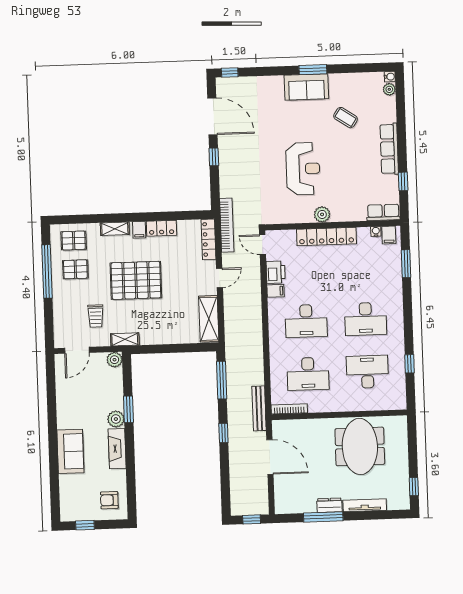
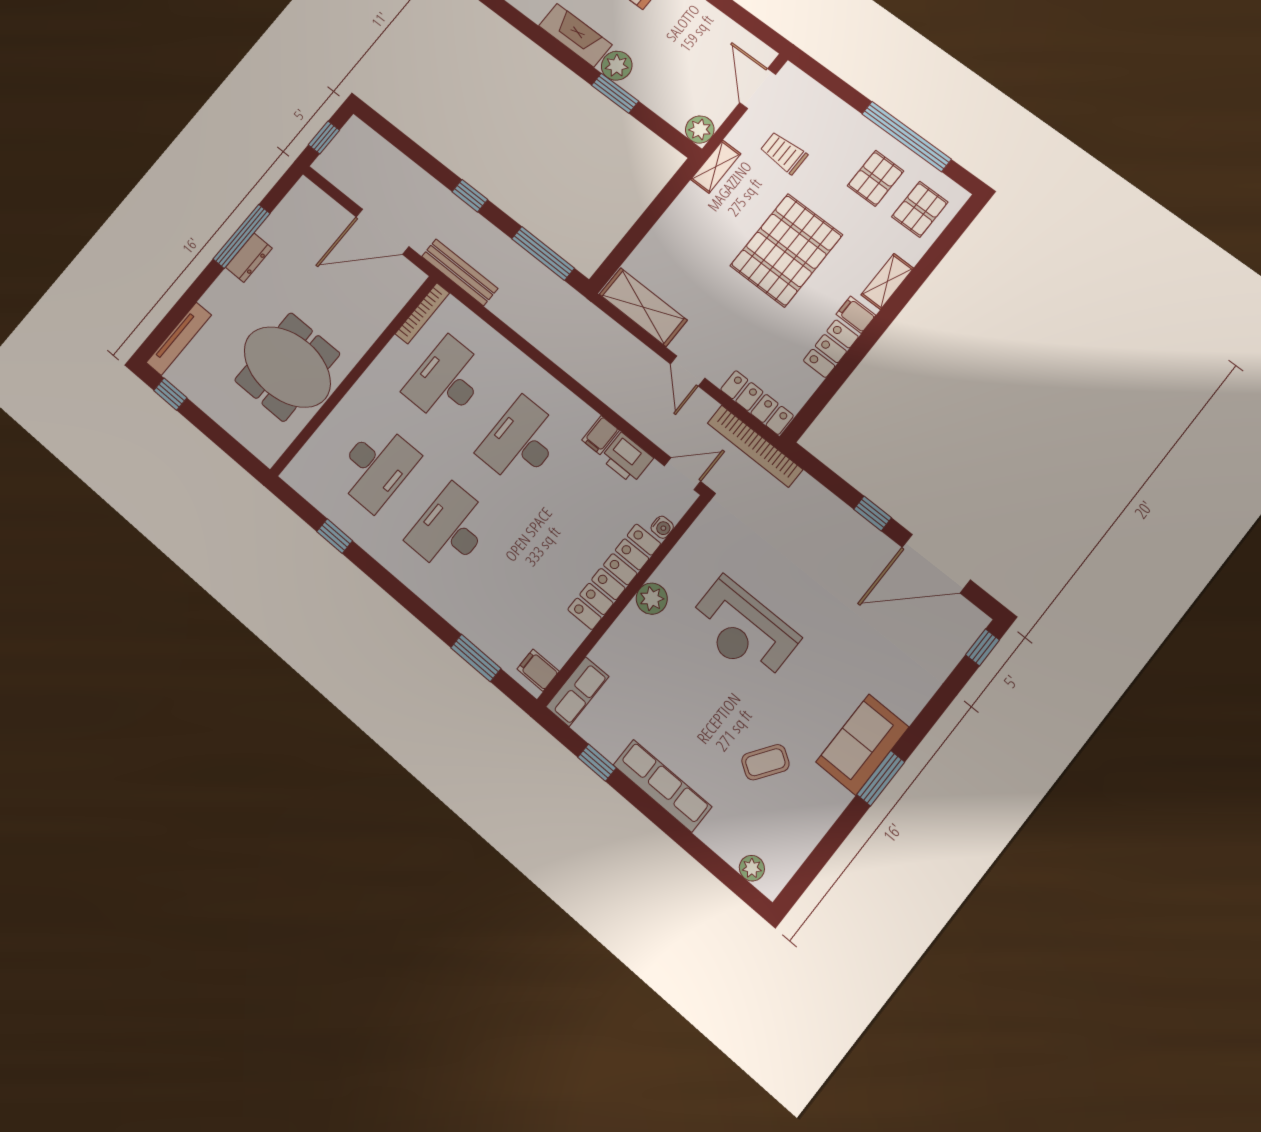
water cooler: (390, 77) -> (771, 887), removed
water cooler: (376, 231) -> (662, 527), moved
tv unit: (365, 505) -> (179, 339), moved

